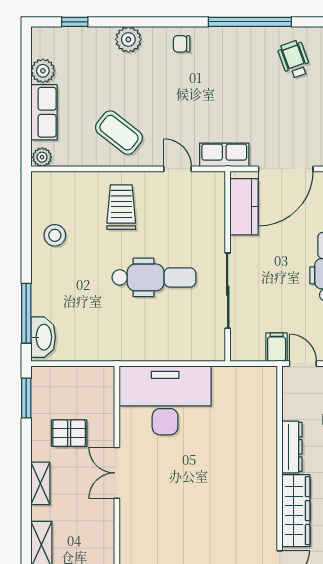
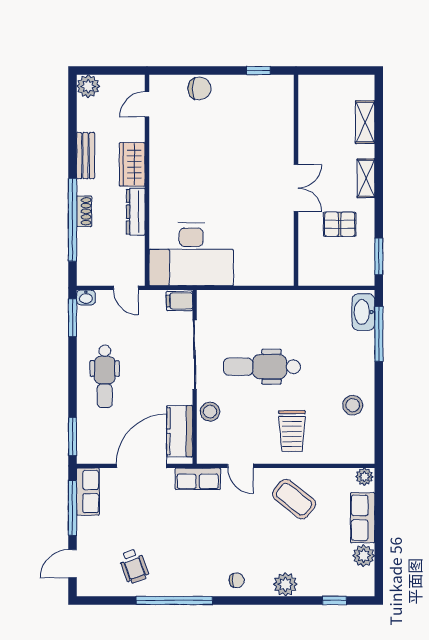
stool: (211, 228) -> (210, 412), added
filing cabinet: (277, 347) -> (180, 301), moved, turned 90
desk: (165, 400) -> (191, 254), moved
wardrobe: (296, 511) -> (132, 164), width x0.67

